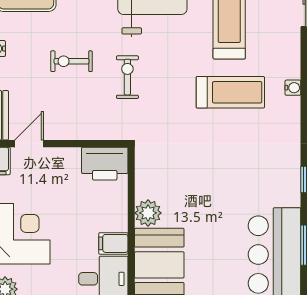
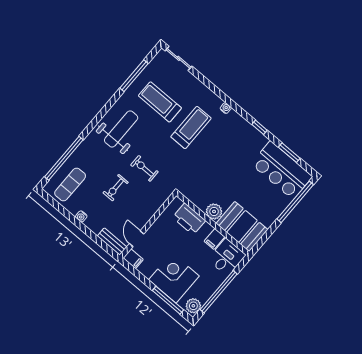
water cooler: (293, 88) -> (226, 108), moved
printer: (105, 164) -> (189, 219), moved, turned 90

